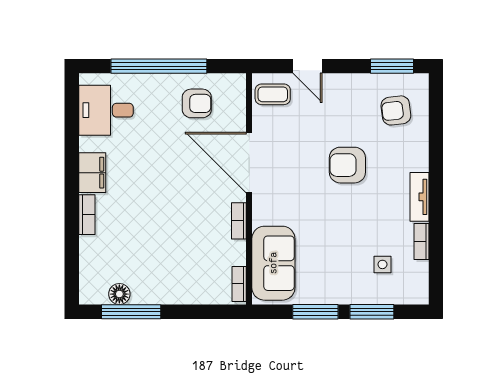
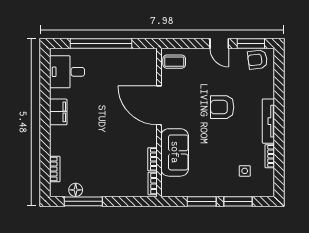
door: (308, 66) -> (219, 43), moved
armchair: (197, 103) -> (125, 67), removed
armchair: (396, 110) -> (258, 60), moved
tv unit: (419, 197) -> (268, 121), width x1.41
bookcase: (87, 215) -> (55, 169), moved
bookcase: (239, 221) -> (152, 159), moved
sofa: (273, 263) -> (175, 152), moved

